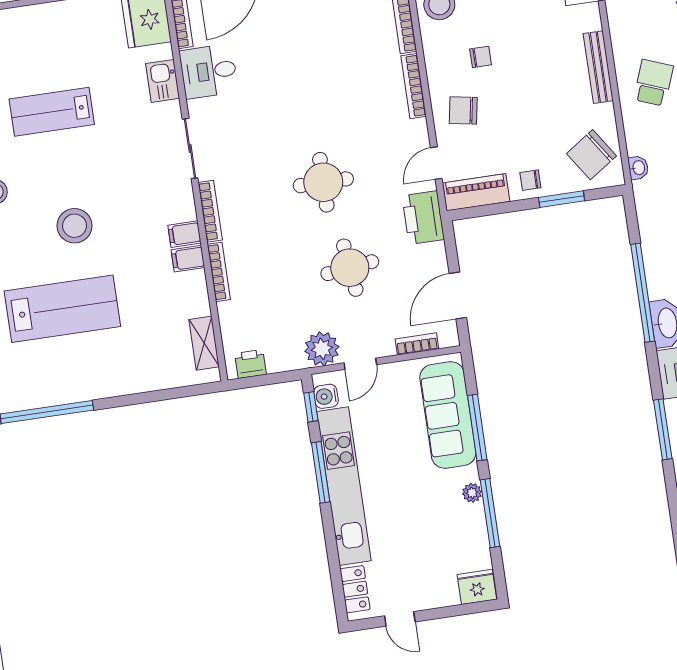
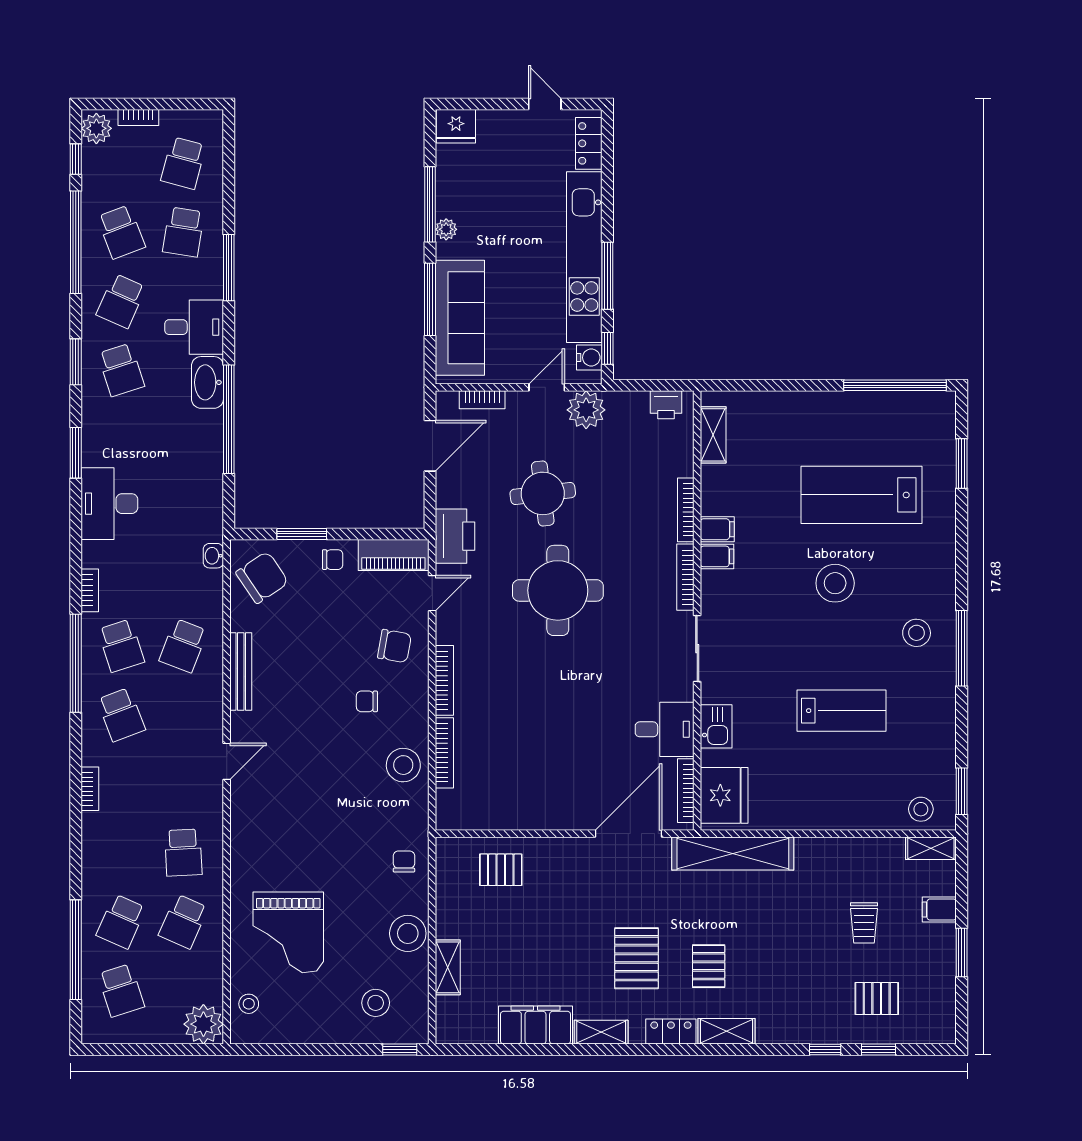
round table: (323, 182) -> (558, 590), width x1.36, depth x1.36

